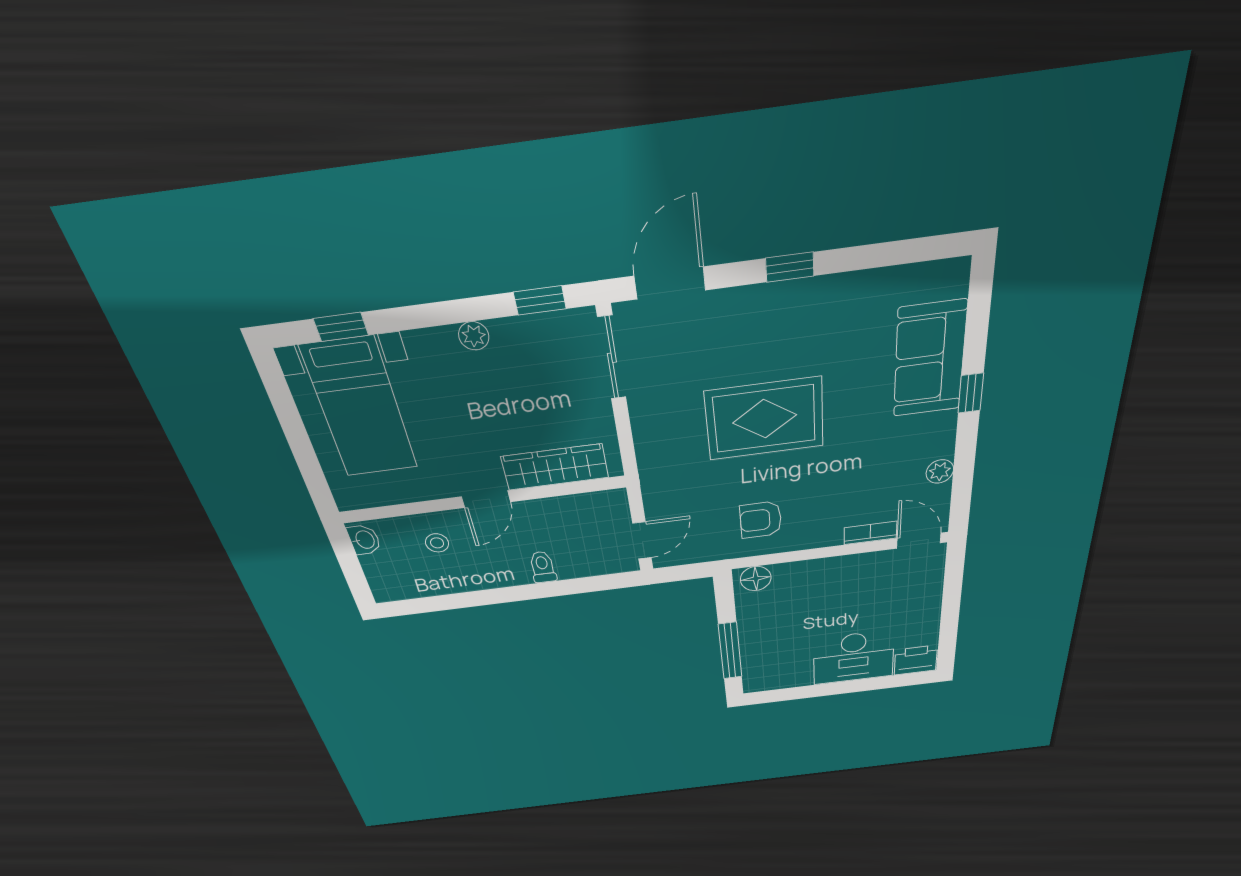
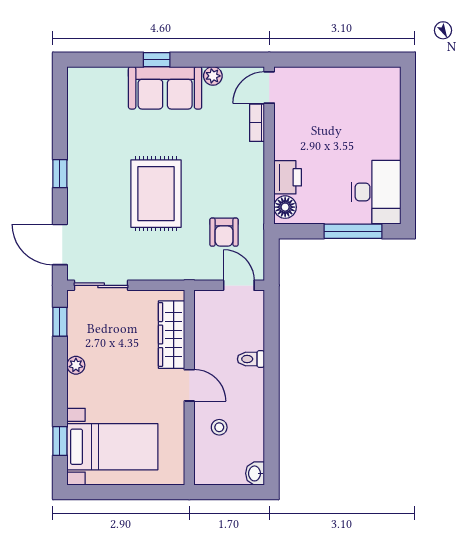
sofa: (930, 359) -> (165, 88), moved
armchair: (761, 520) -> (224, 232), moved
washbasin: (364, 540) -> (255, 473), moved, turned -90
desk: (853, 657) -> (376, 192), moved
printer: (916, 660) -> (288, 177), moved, turned 180

